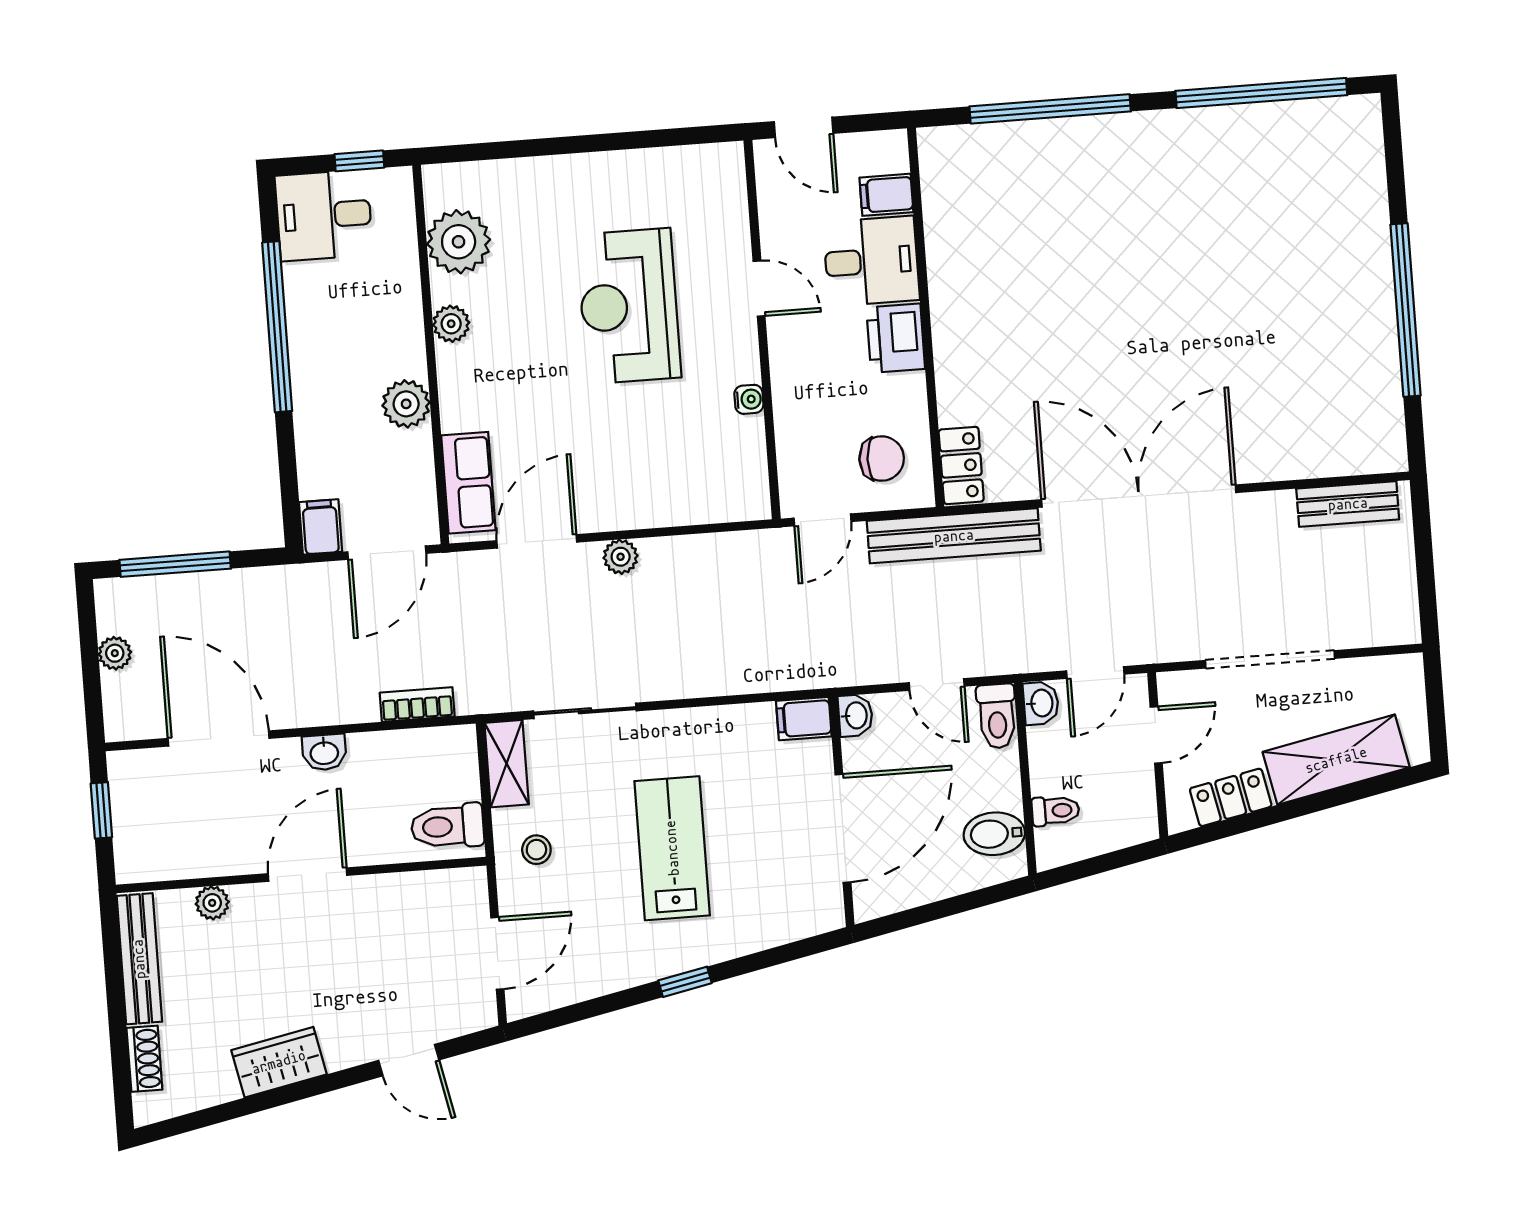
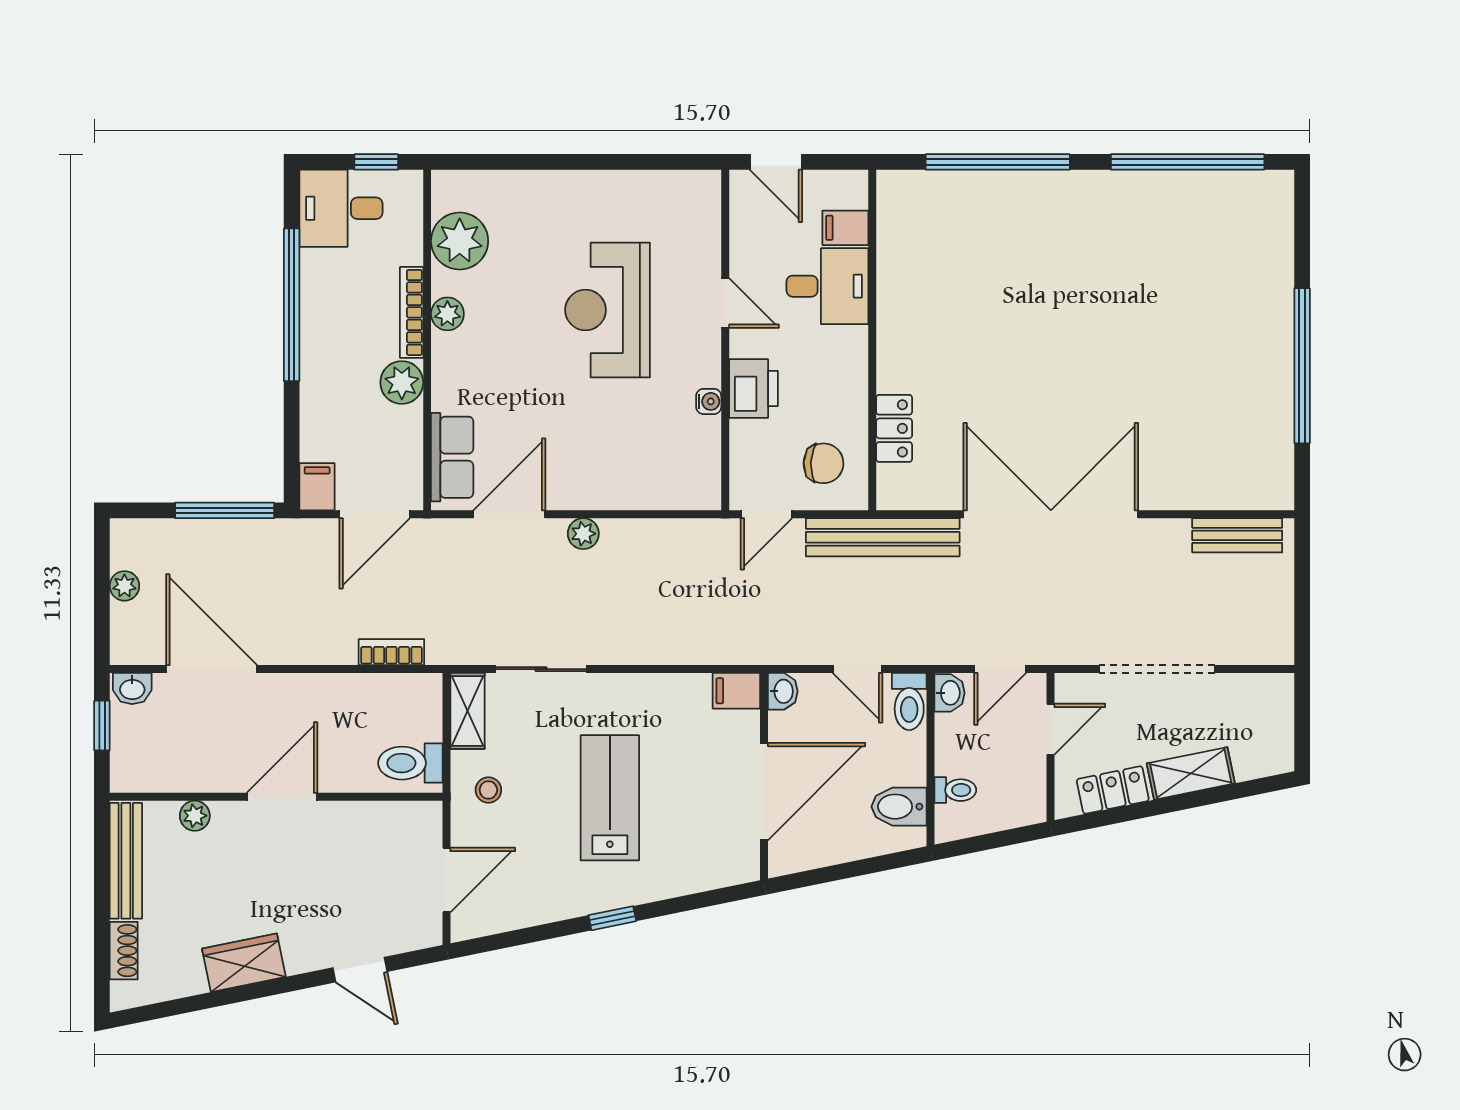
bookcase: (411, 325) -> (412, 312), added
printer: (896, 338) -> (753, 389), moved, turned 180
locker: (961, 465) -> (894, 428), moved
window: (175, 564) -> (225, 510), moved
washbasin: (324, 752) -> (132, 689), moved
shelving: (1336, 760) -> (1191, 773), width x0.67, depth x0.75

